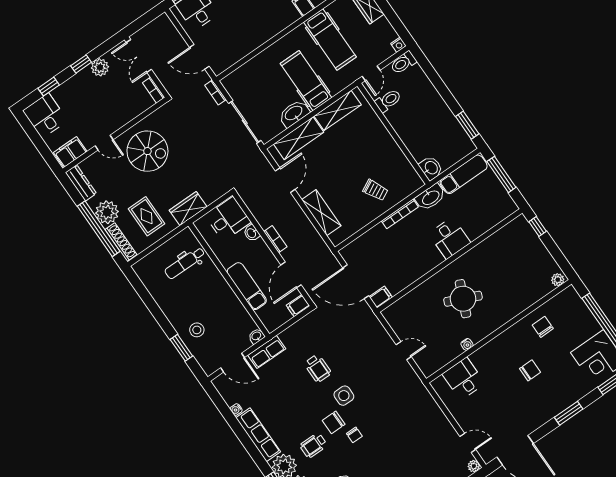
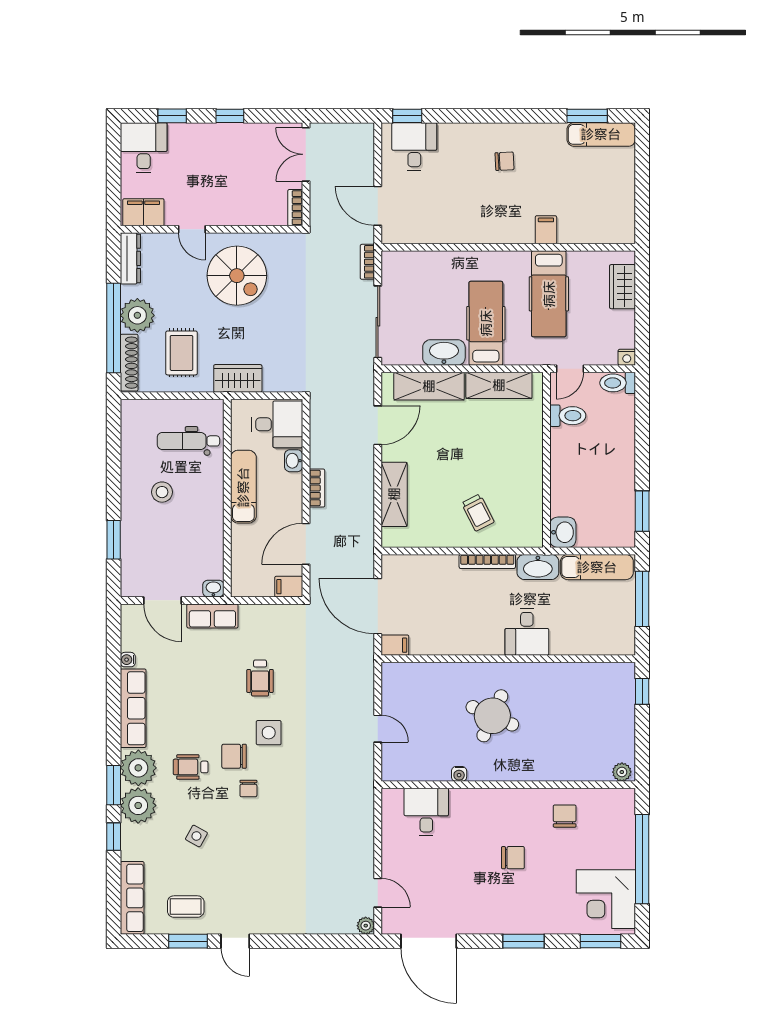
plant: (100, 67) -> (250, 136), removed
exam couch: (247, 286) -> (243, 487), moved
stool: (197, 330) -> (162, 492), moved

